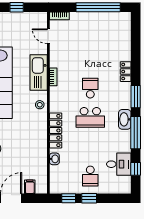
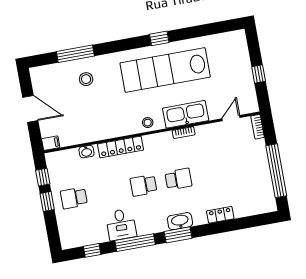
locker: (126, 72) -> (220, 215), moved
school desk: (90, 117) -> (144, 185), width x0.54
washbasin: (125, 119) -> (180, 221), moved
desk: (119, 164) -> (121, 224), moved
filing cabinet: (30, 187) -> (51, 143), moved

